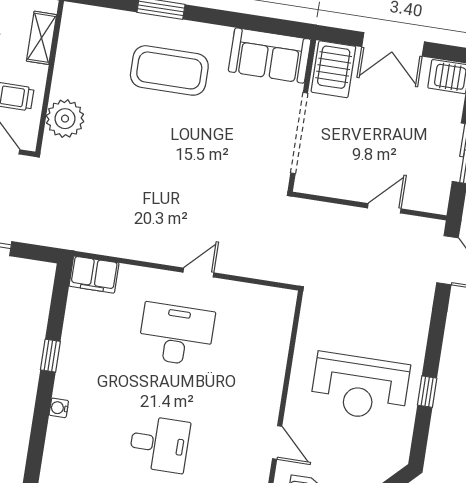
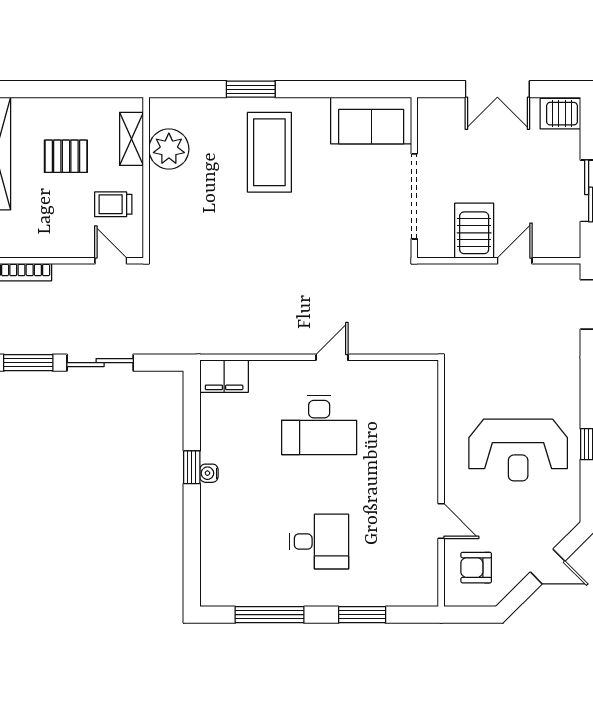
server rack: (333, 69) -> (474, 231), moved, turned 180
coffee table: (169, 70) -> (269, 152), turned 90
plant: (65, 119) -> (169, 149), moved
desk: (176, 334) -> (319, 425), turned 180
water cooler: (59, 408) -> (209, 473), moved

